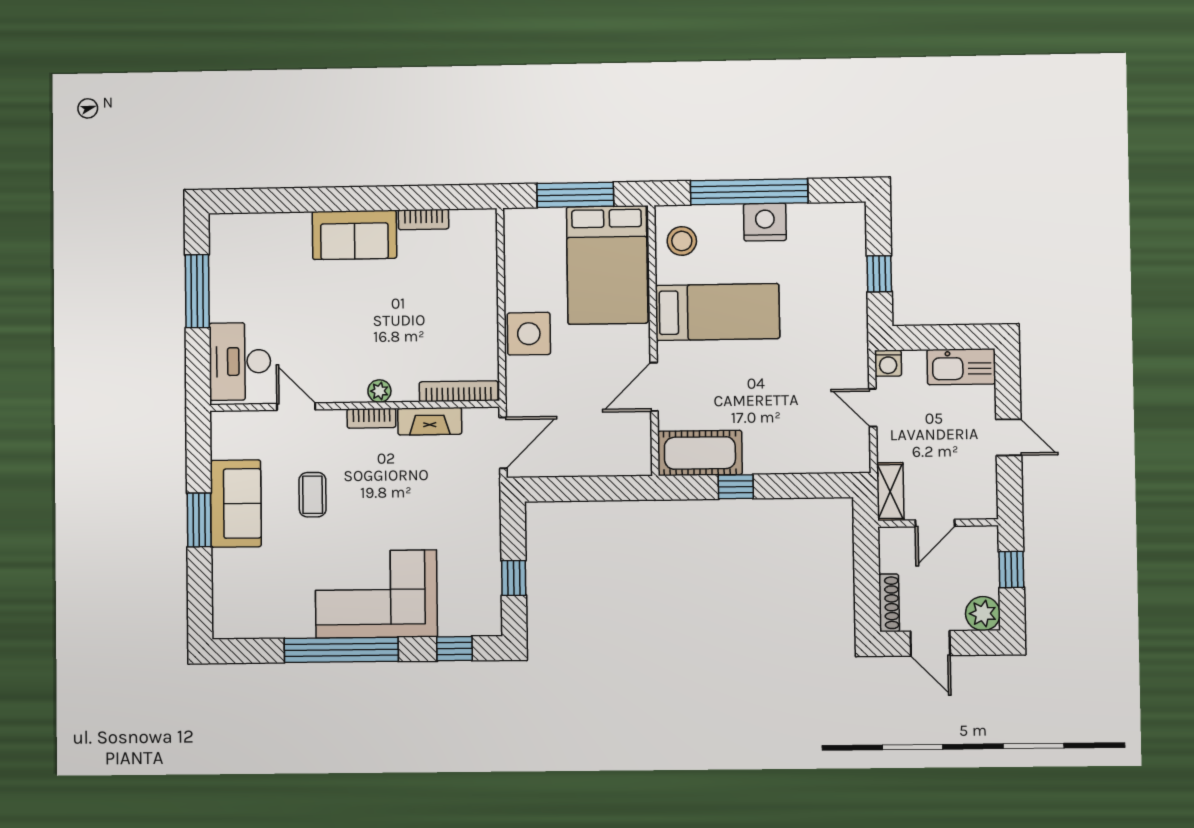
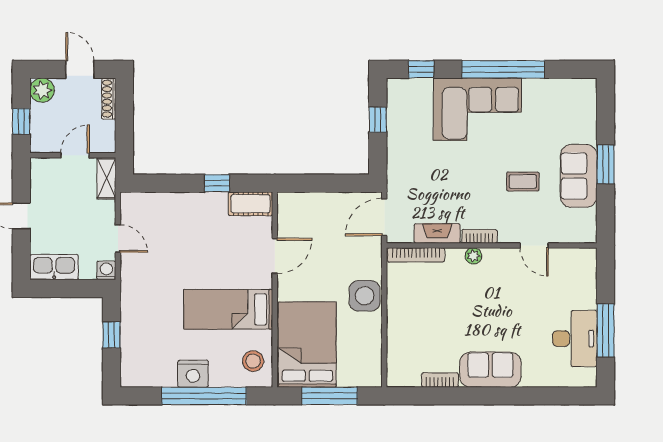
desk: (240, 361) -> (575, 339), moved
cot: (700, 453) -> (251, 204), width x0.73, depth x0.75
coffee table: (313, 495) -> (523, 182), turned 90

